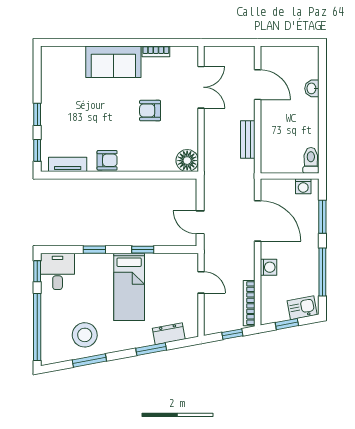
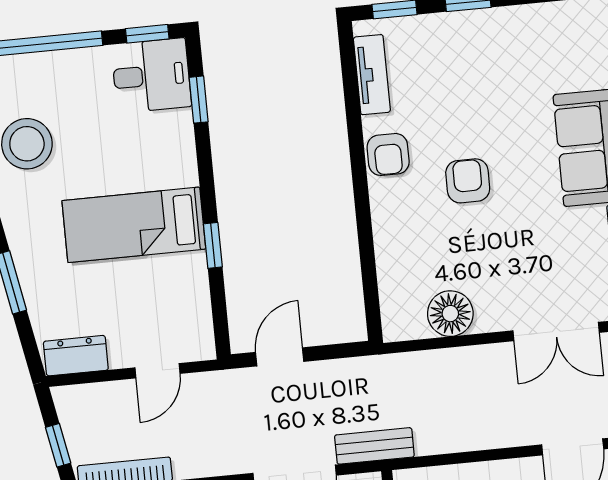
armchair: (150, 111) -> (468, 181), moved
bench: (248, 139) -> (374, 446), moved
floor lamp: (187, 161) -> (450, 314), moved
window: (94, 250) -> (199, 100), moved
dresser: (169, 334) -> (76, 356), moved, turned -80

